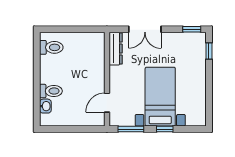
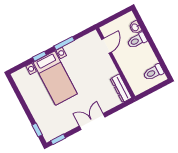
dresser: (116, 49) -> (121, 88), moved
wall: (107, 79) -> (115, 63), moved
door: (107, 103) -> (107, 46), moved

